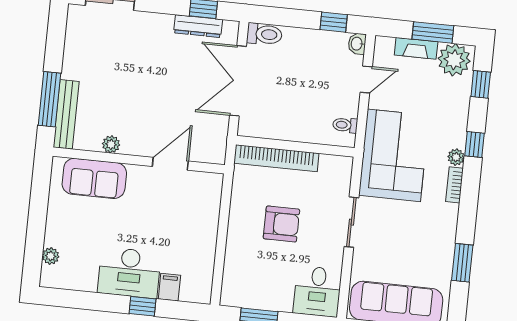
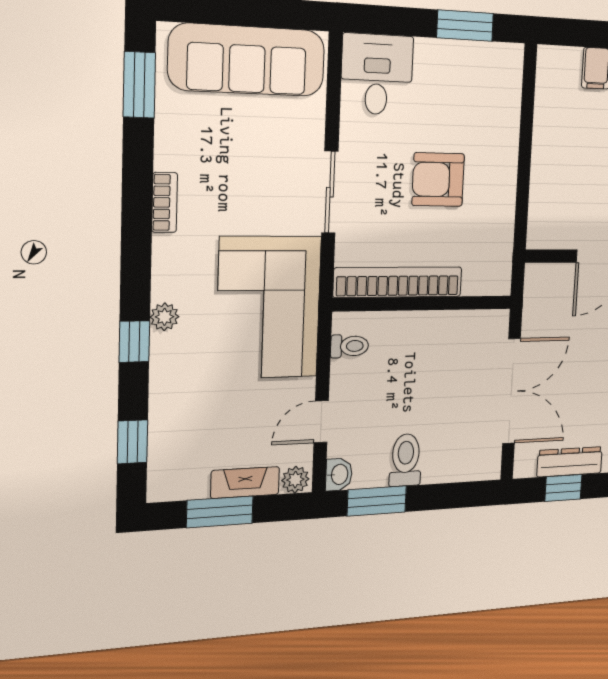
window: (334, 22) -> (377, 501), width x1.50
toilet: (264, 34) -> (406, 460), moved, turned 90
plant: (454, 60) -> (295, 480), moved, width x0.53, depth x0.53
bookcase: (276, 158) -> (398, 282), moved
bookcase: (455, 185) -> (165, 202), moved
window: (462, 263) -> (139, 85), moved

